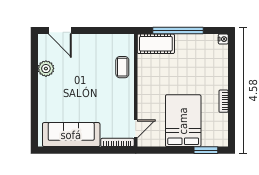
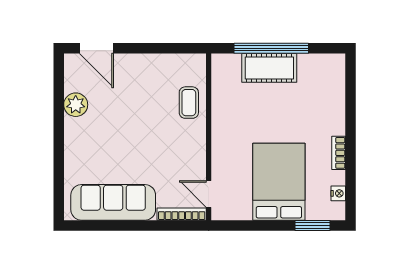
nightstand: (223, 39) -> (338, 193), moved
cot: (156, 44) -> (269, 68), moved
door: (136, 129) -> (209, 194), swing flipped

